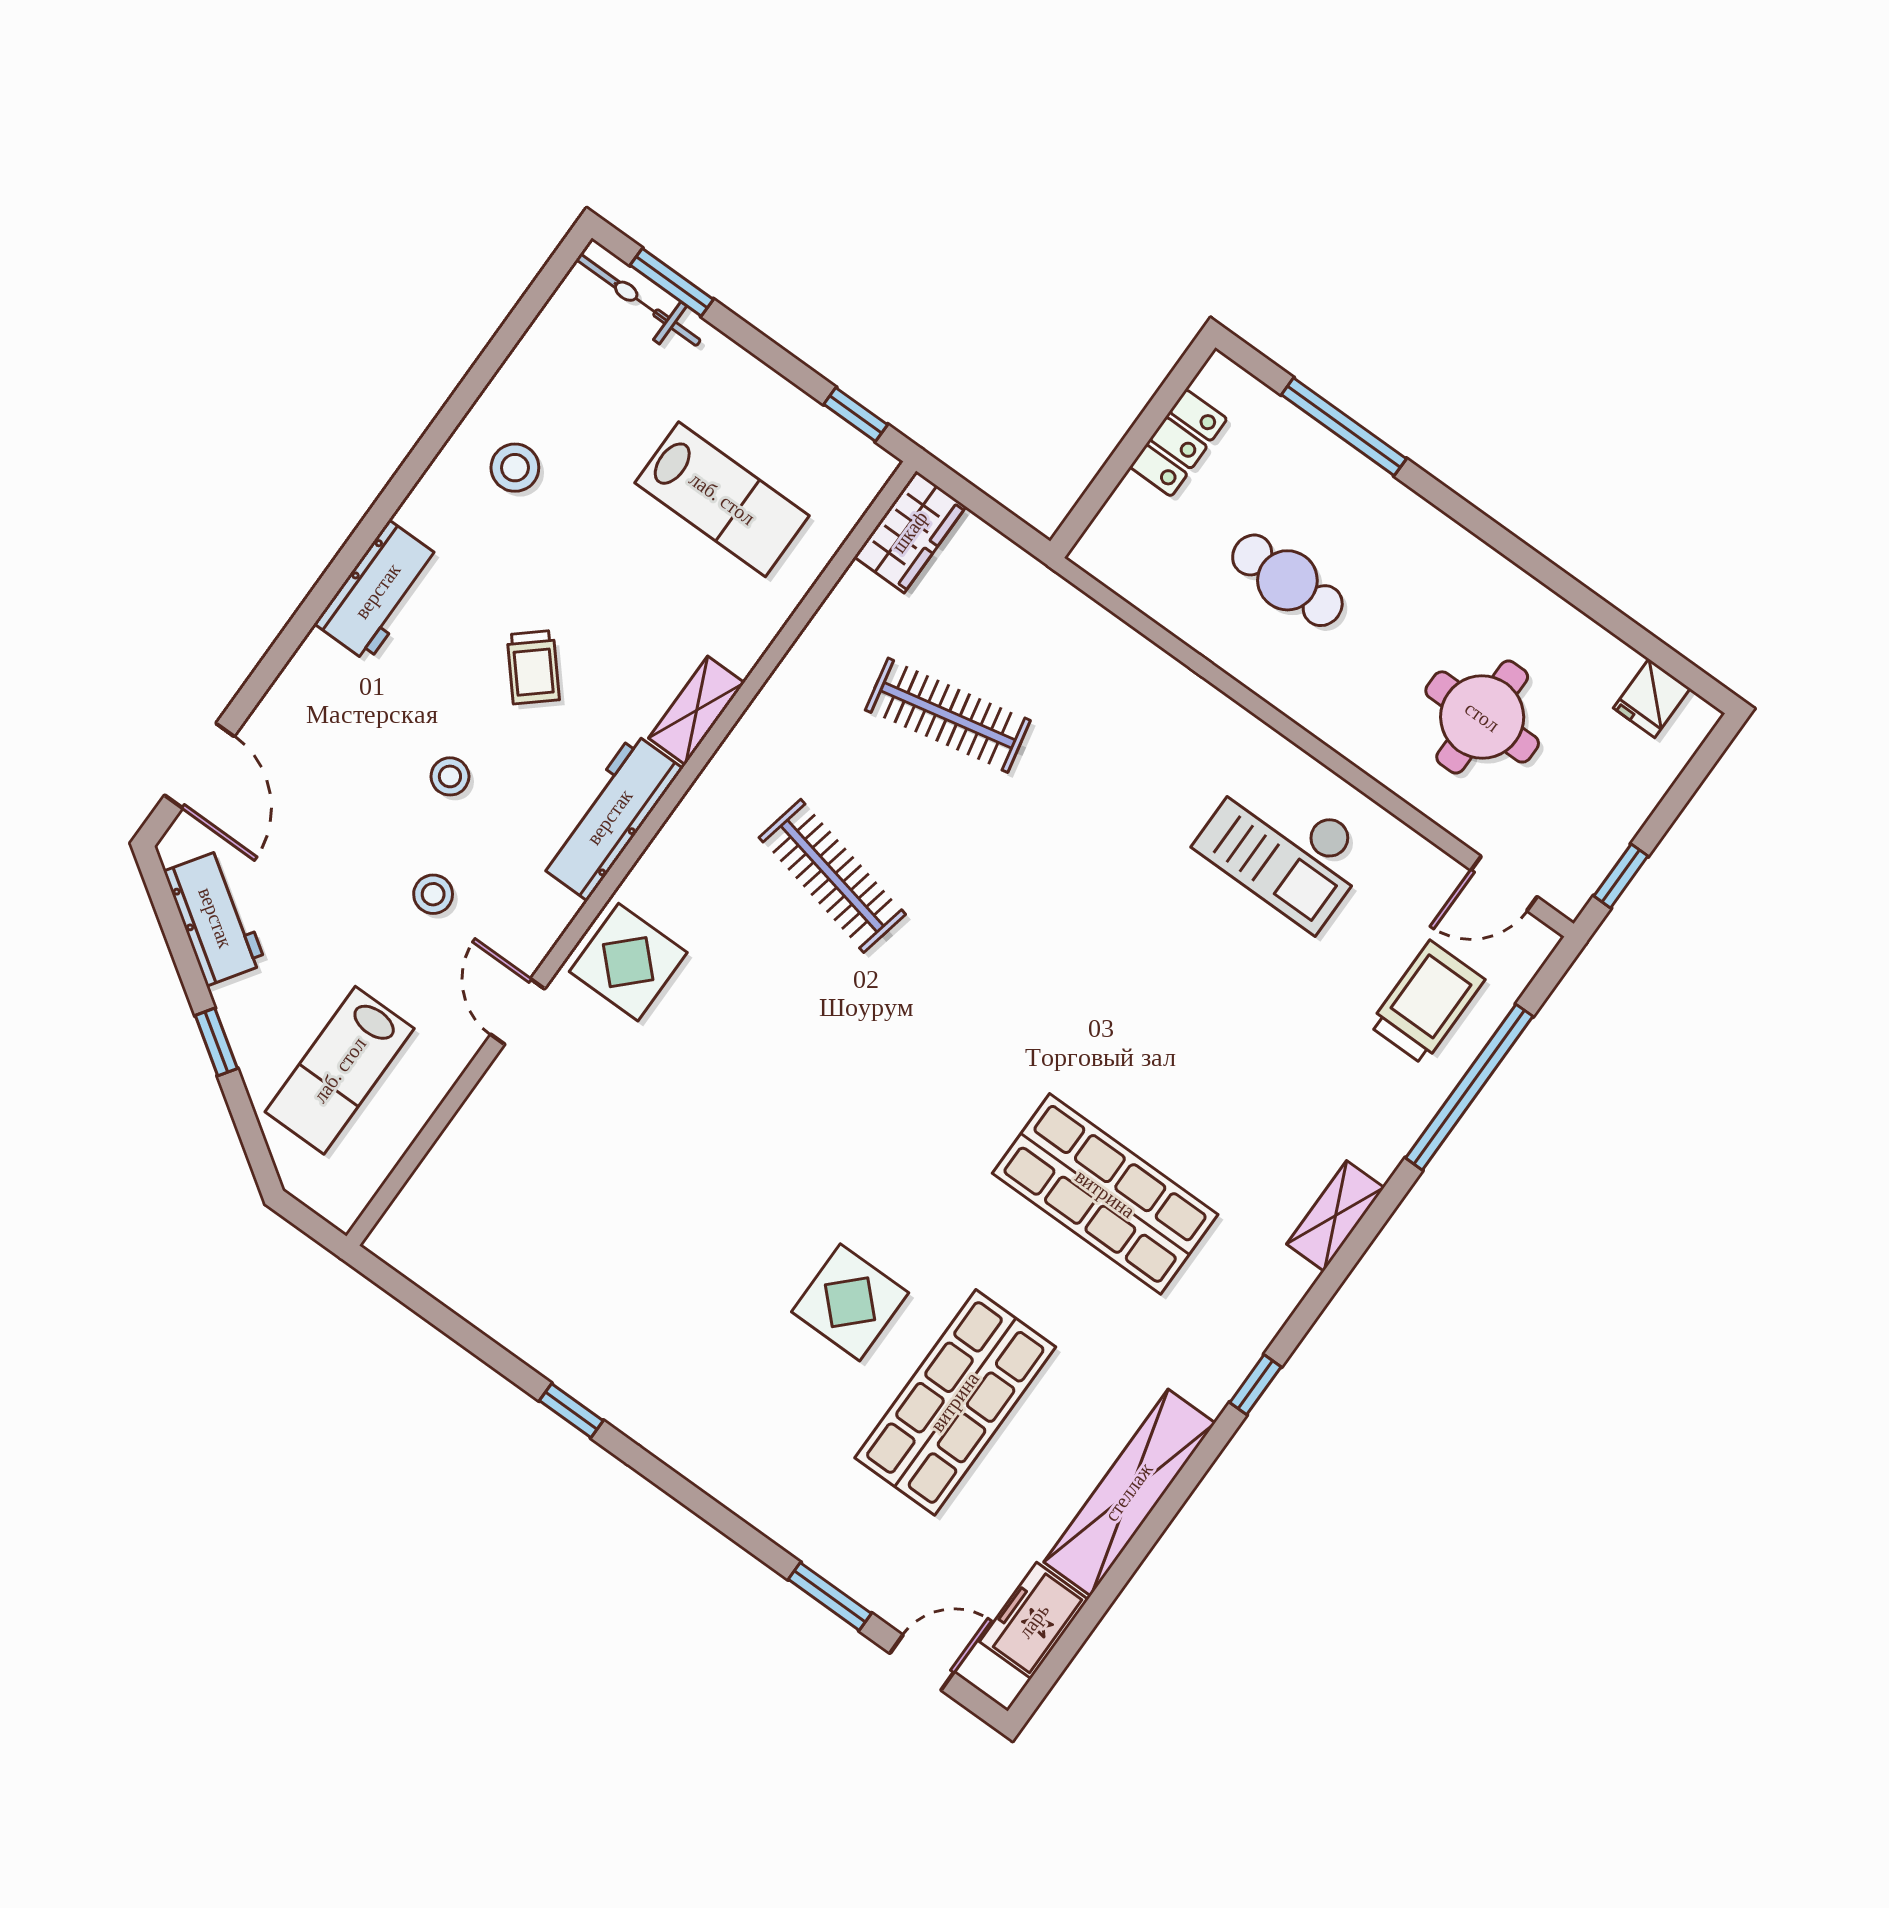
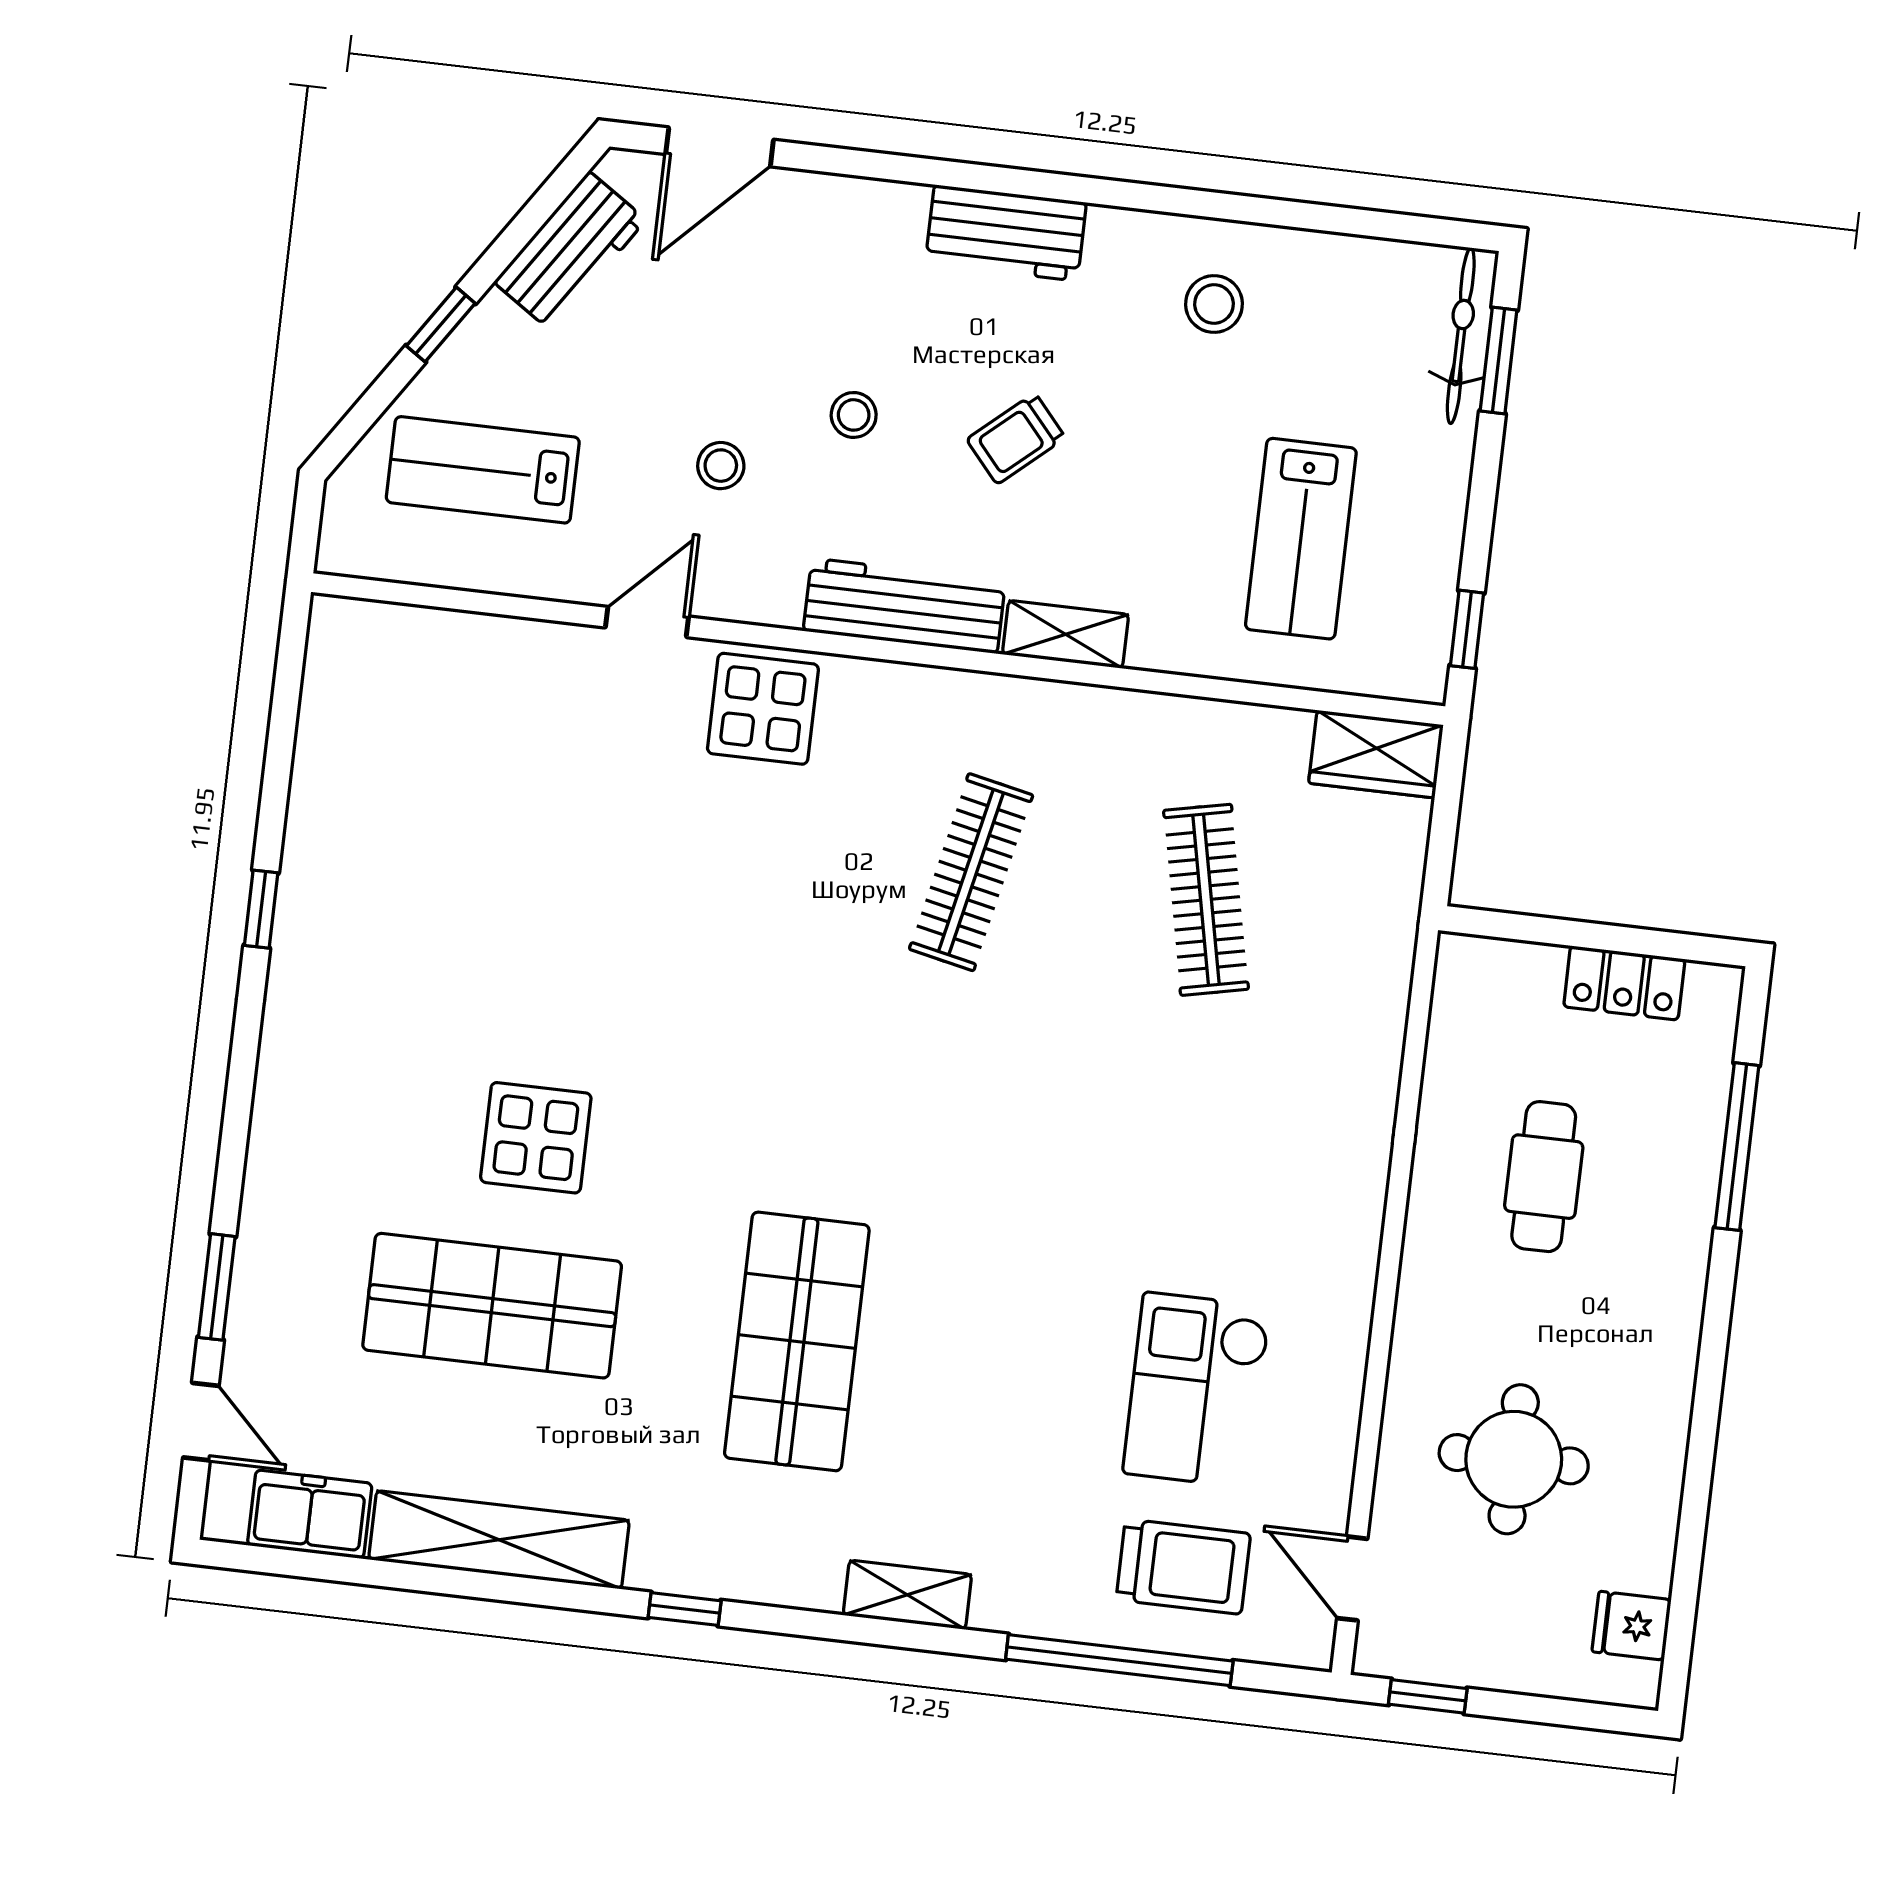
checkout: (1284, 848) -> (1197, 1390), moved

